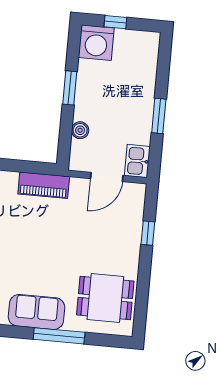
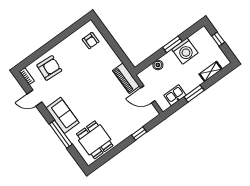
washing machine: (96, 43) -> (185, 51), moved, turned -90
shelving: (149, 69) -> (211, 71), added
kitchen sink: (137, 161) -> (175, 95), moved
piano: (44, 185) -> (126, 78), moved

